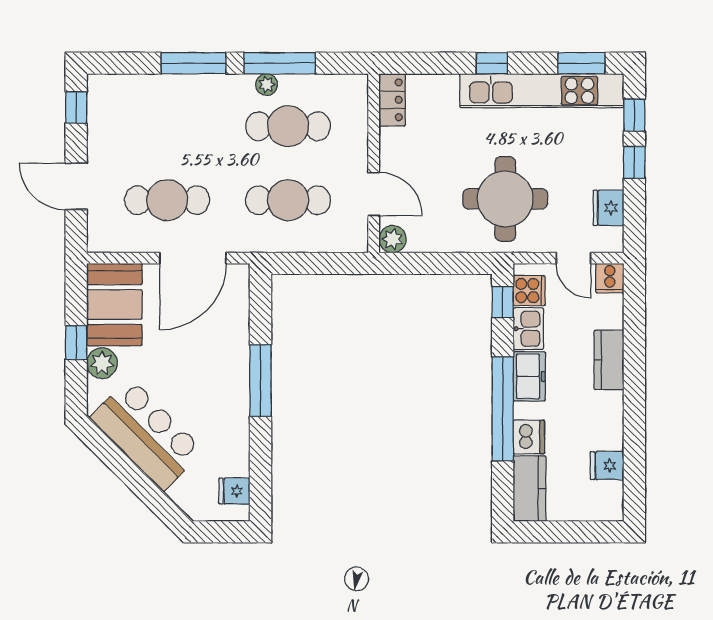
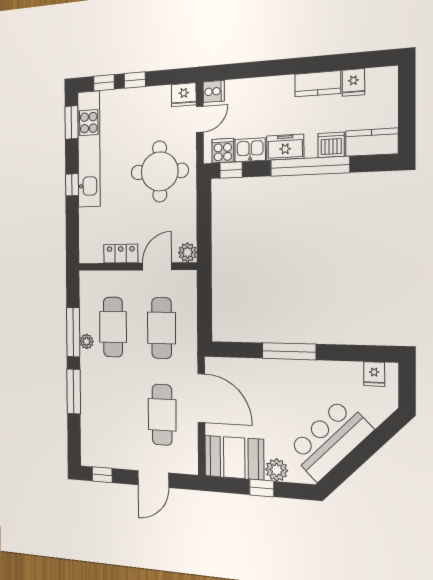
locker: (392, 100) -> (121, 254), moved
fridge: (609, 208) -> (184, 95), moved
kitchen counter: (609, 360) -> (318, 84), moved

